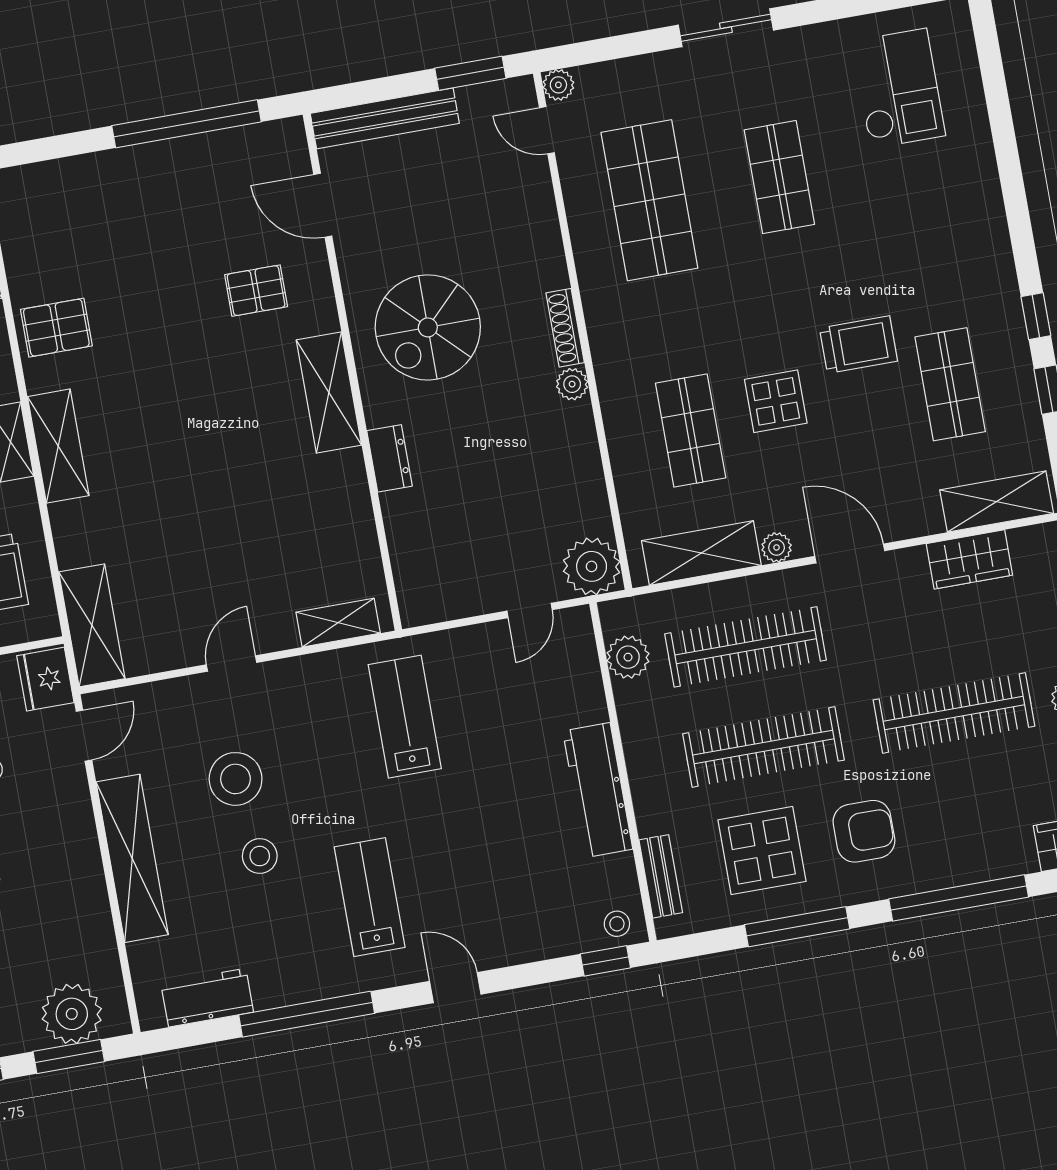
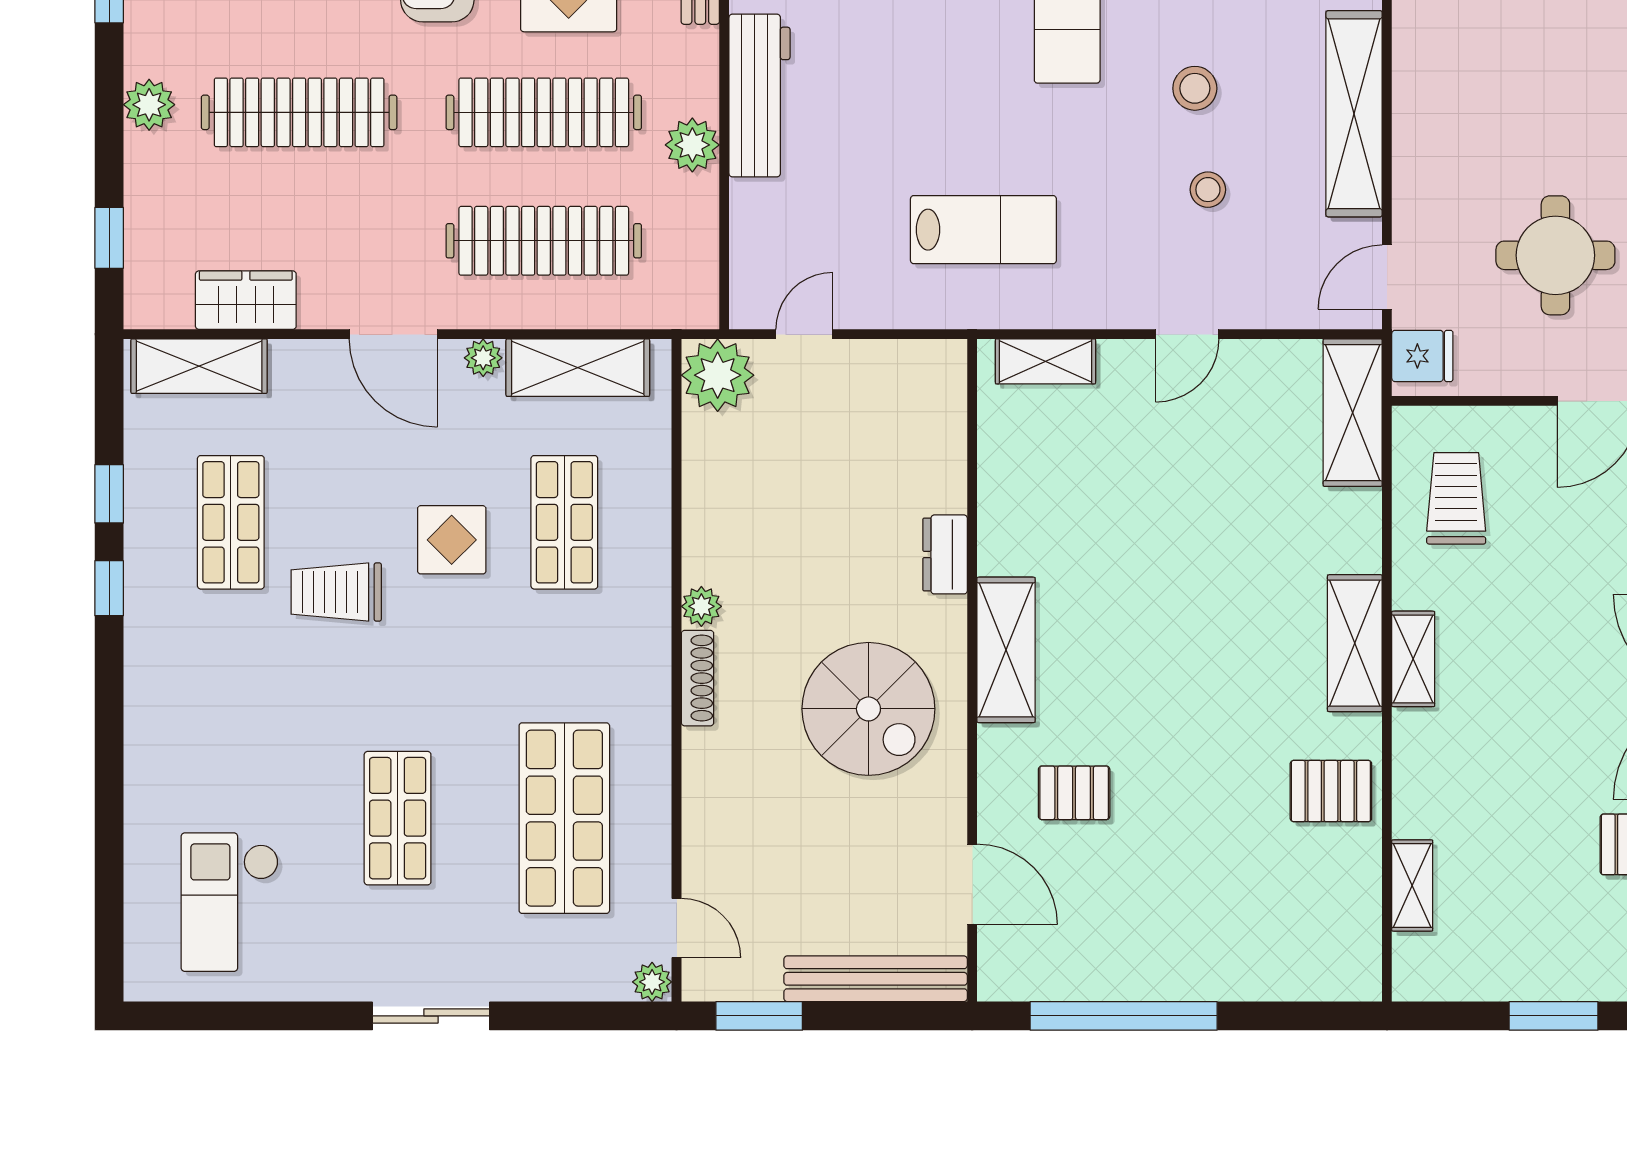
spiral stairs: (428, 327) -> (868, 709), turned 90
plant: (628, 657) -> (692, 145), moved
fridge: (45, 679) -> (1422, 356), width x0.72
lab bench: (405, 717) -> (983, 230), turned -90
stool: (236, 779) -> (1208, 190), width x0.53, depth x0.53

